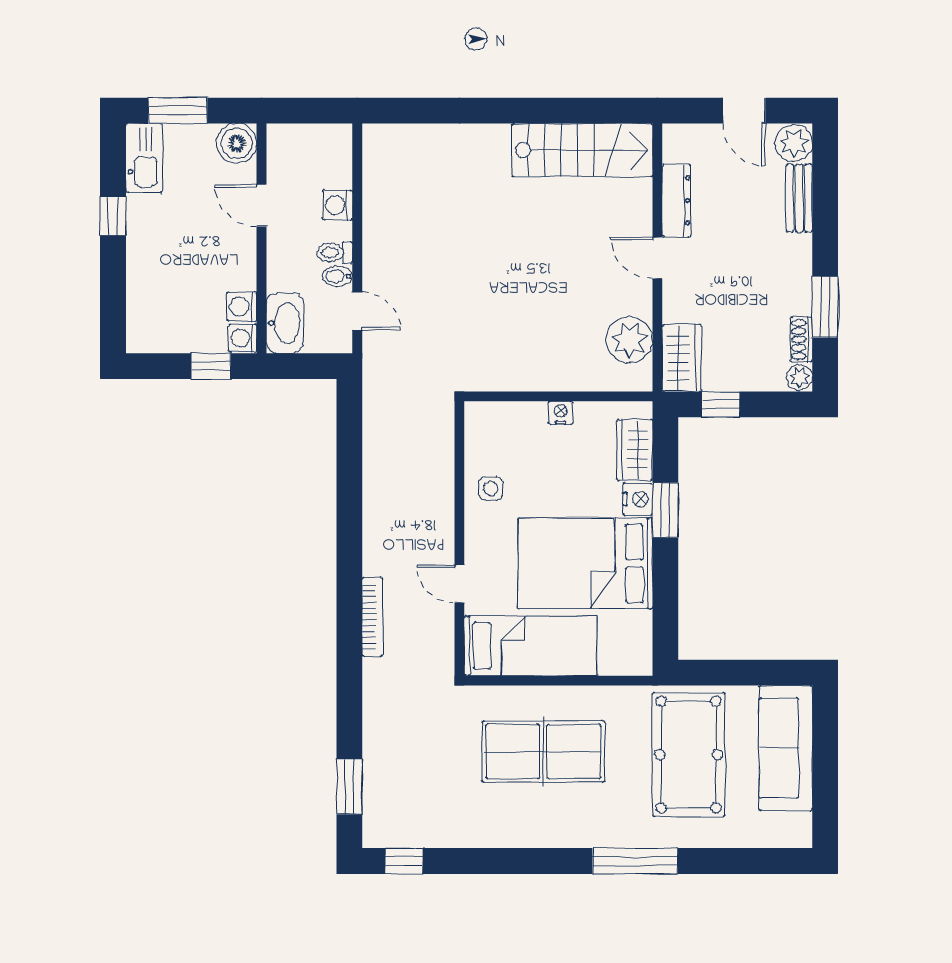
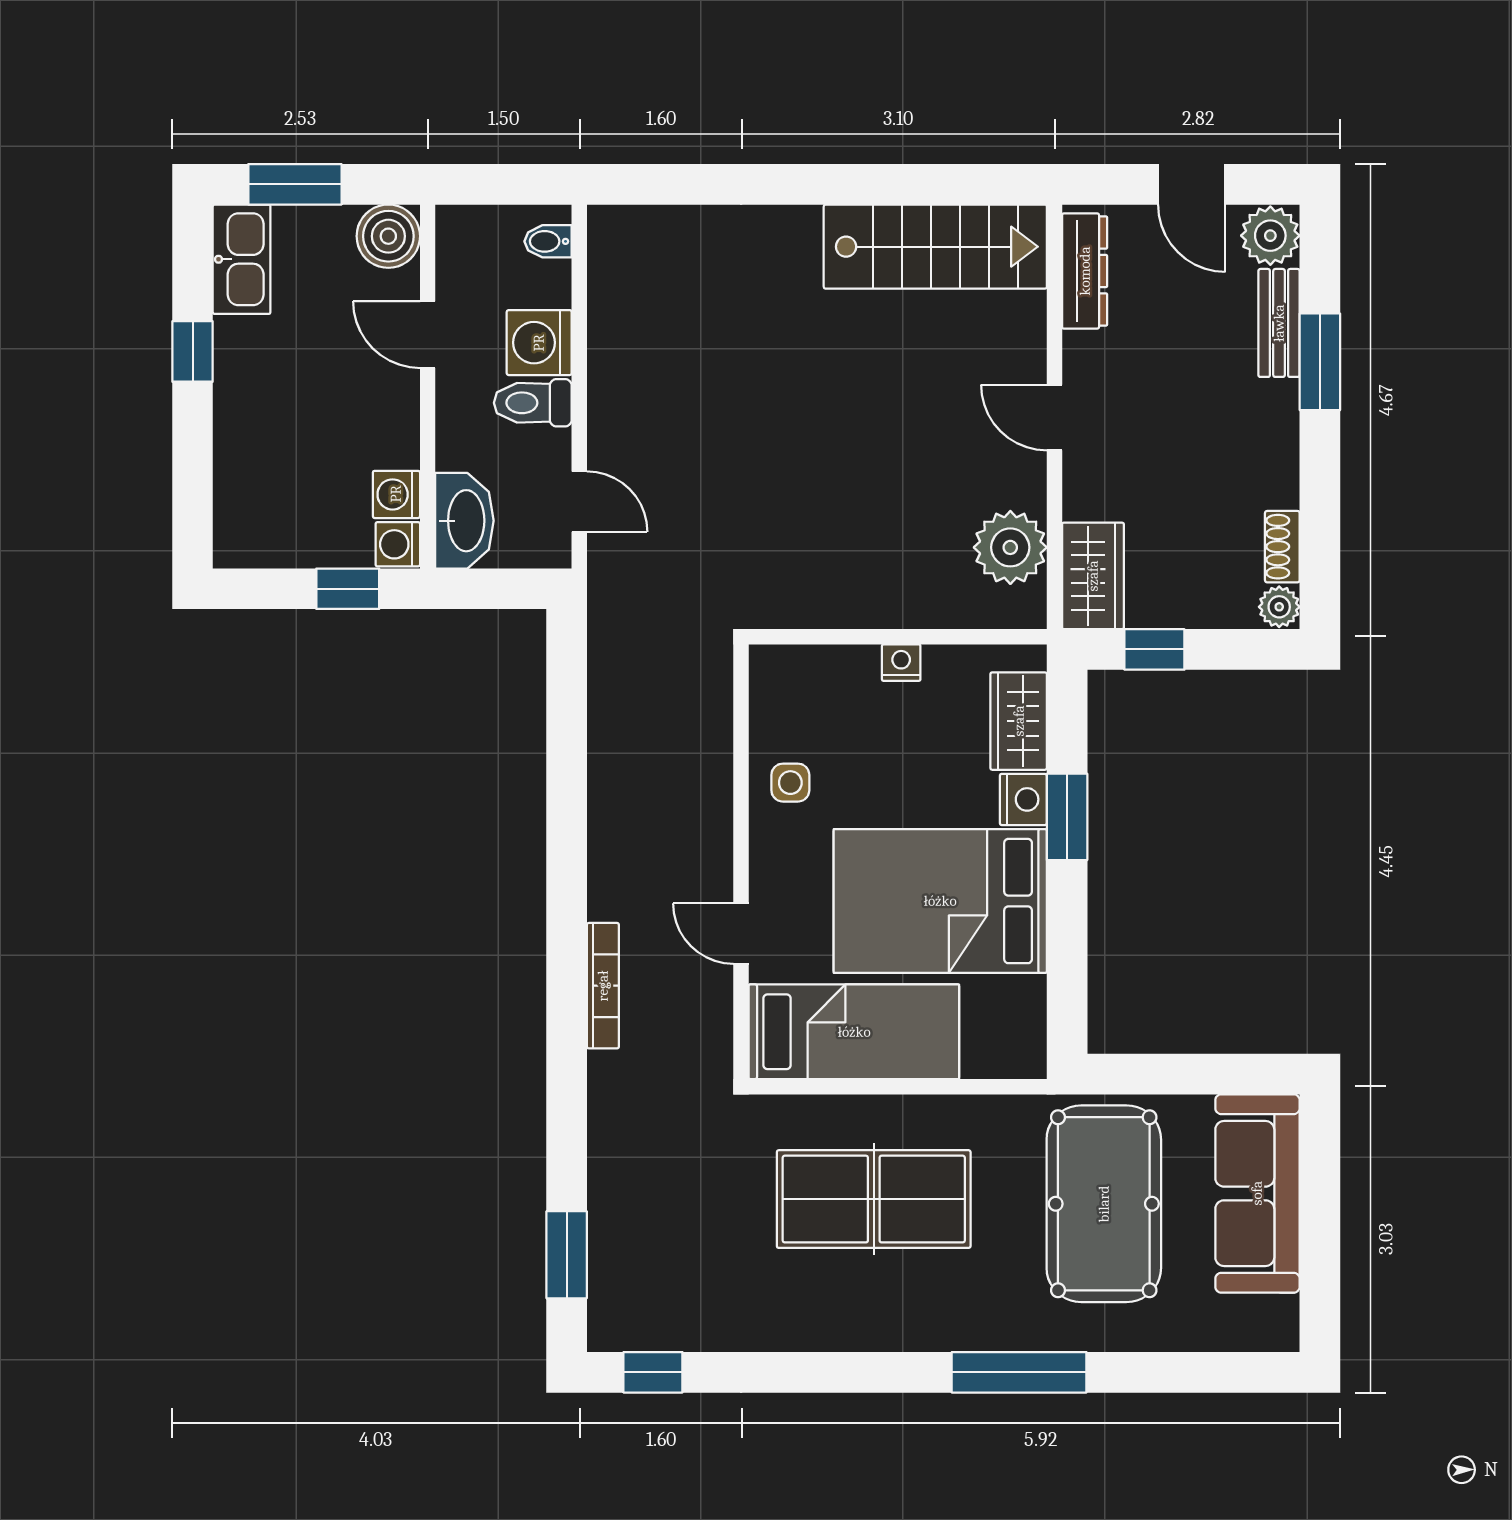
dresser: (676, 201) -> (1085, 271), moved
washing machine: (338, 205) -> (539, 343), width x1.38, depth x1.38
toilet: (335, 253) -> (533, 403), width x1.37, depth x1.39
bidet: (338, 276) -> (548, 241), moved
window: (825, 307) -> (1320, 362), moved

